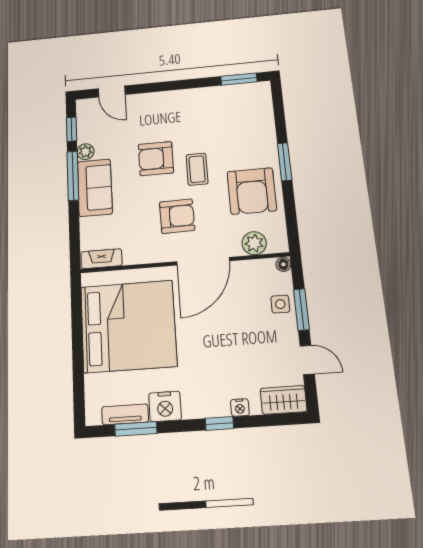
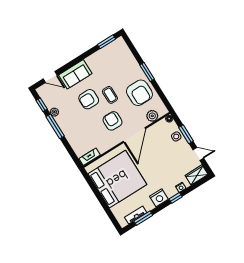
sofa: (95, 188) -> (75, 74), moved, turned 90
armchair: (177, 216) -> (113, 121), turned -89
nightstand: (165, 406) -> (159, 198), moved

